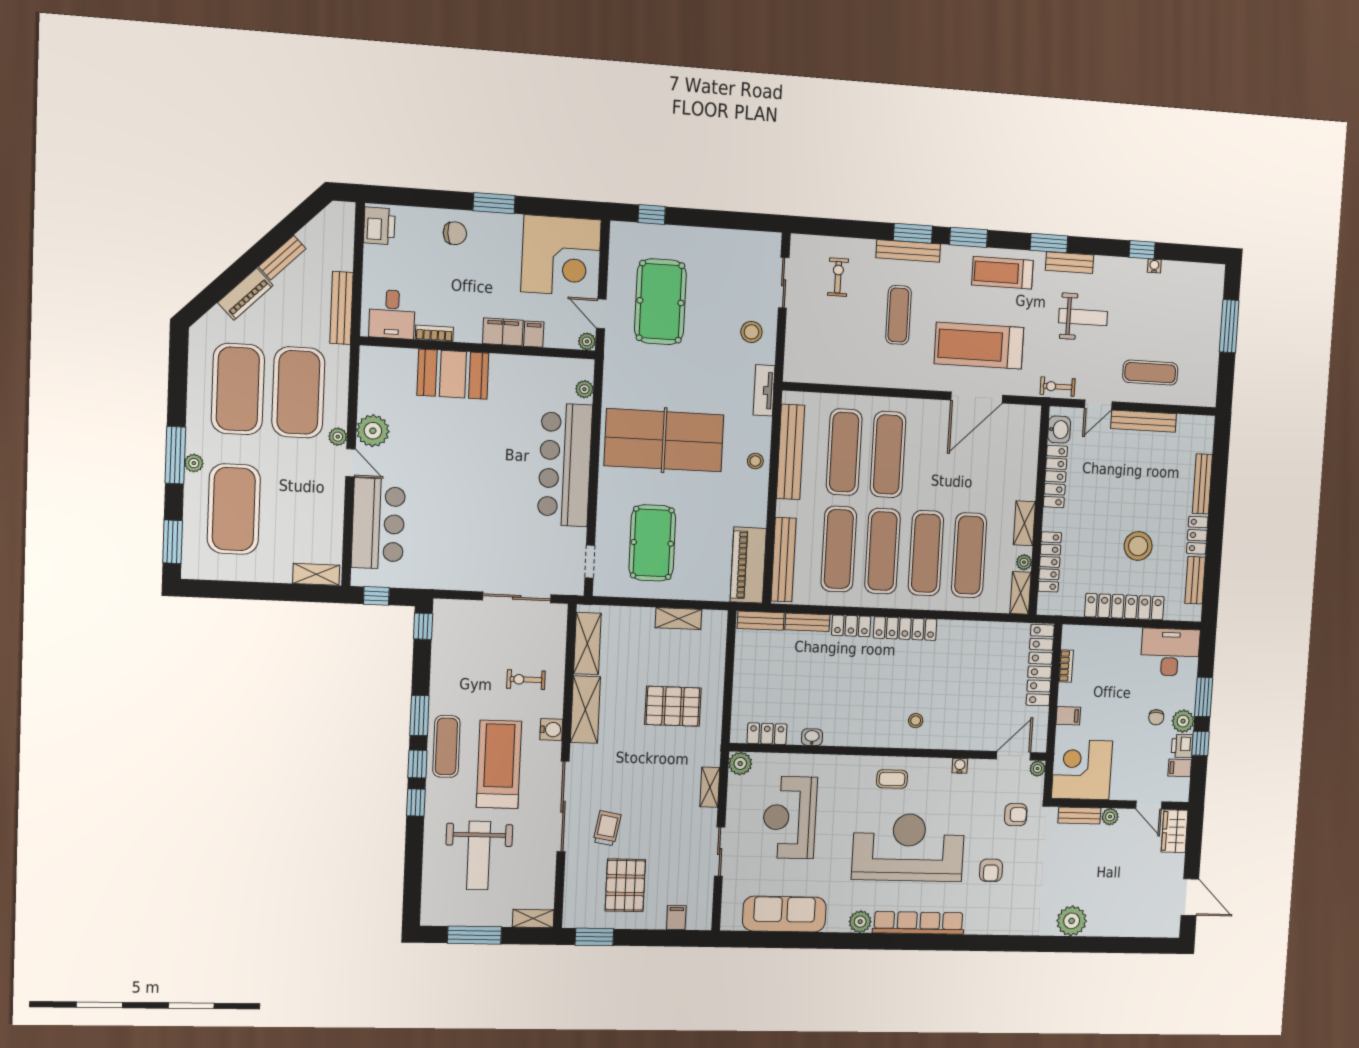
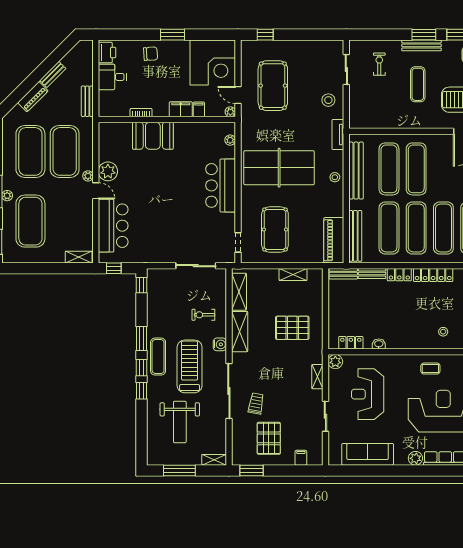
bench: (341, 308) -> (87, 101), width x0.73
desk: (392, 314) -> (112, 77), moved, turned 90
bar counter: (565, 465) -> (221, 185), width x0.73

